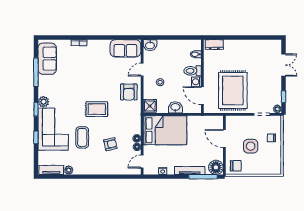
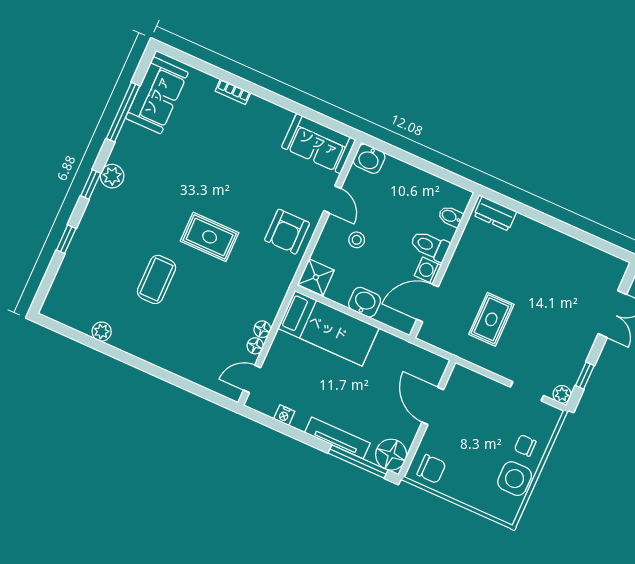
door: (142, 70) -> (332, 199), swing flipped
rug: (233, 90) -> (491, 319), width x0.54, depth x0.49
door: (202, 96) -> (427, 303), hinge flipped
corner sofa: (53, 129) -> (107, 238), removed
bed: (165, 130) -> (328, 328), width x0.67
armchair: (110, 144) -> (205, 317), removed
side table: (251, 146) -> (515, 479), moved
tv unit: (51, 170) -> (68, 316), removed

